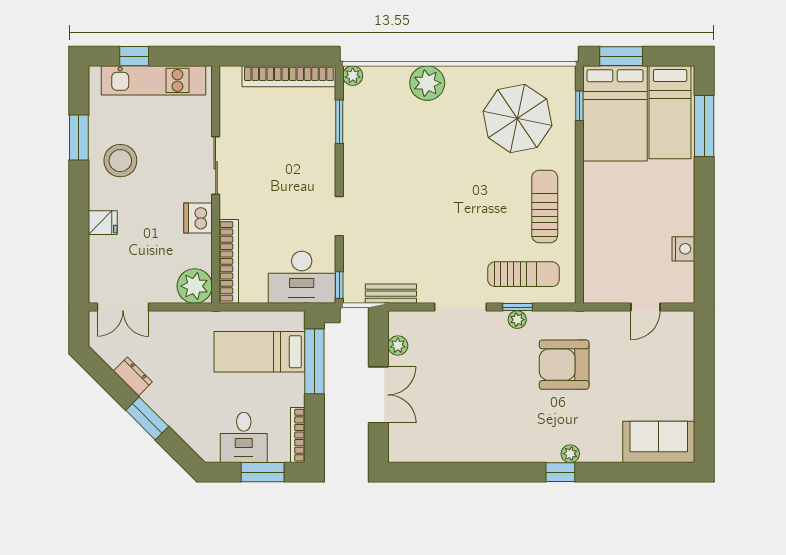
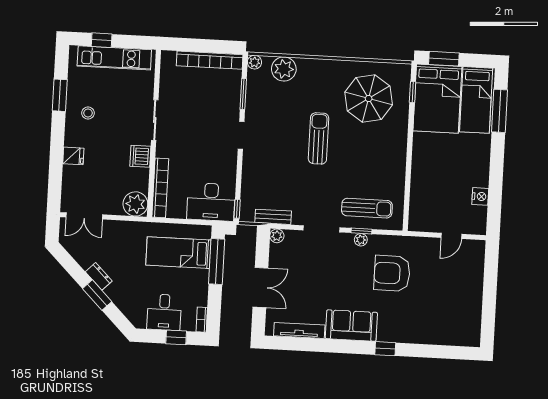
plant: (427, 83) -> (284, 69), moved
stool: (120, 161) -> (88, 113), width x0.53, depth x0.53
sun lounger: (545, 206) -> (319, 138), moved
doorway: (339, 216) -> (241, 135), moved
plant: (398, 345) -> (277, 236), moved
dresser: (133, 376) -> (99, 276), moved
bookcase: (298, 435) -> (202, 320), width x0.64
sofa: (659, 442) -> (351, 326), moved
tv unit: (437, 453) -> (299, 330), added
plant: (570, 454) -> (393, 336), removed
window: (263, 472) -> (176, 337), width x0.67

